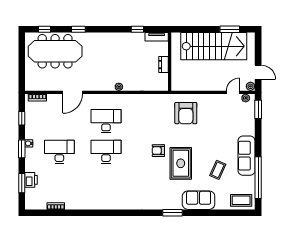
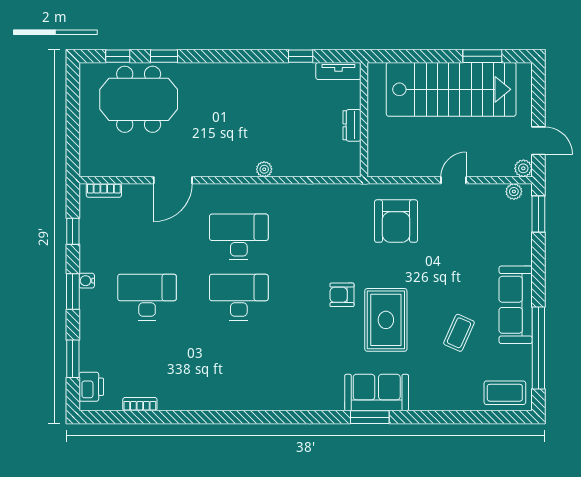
window: (78, 29) -> (164, 56), moved
meeting table: (55, 51) -> (139, 99), width x0.73
door: (233, 92) -> (454, 180), moved
printer: (31, 180) -> (91, 387), moved
sofa: (199, 200) -> (377, 393), moved

